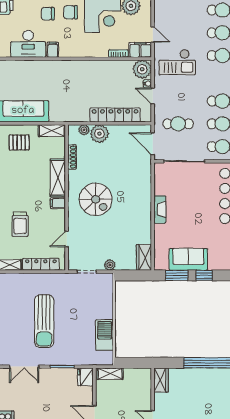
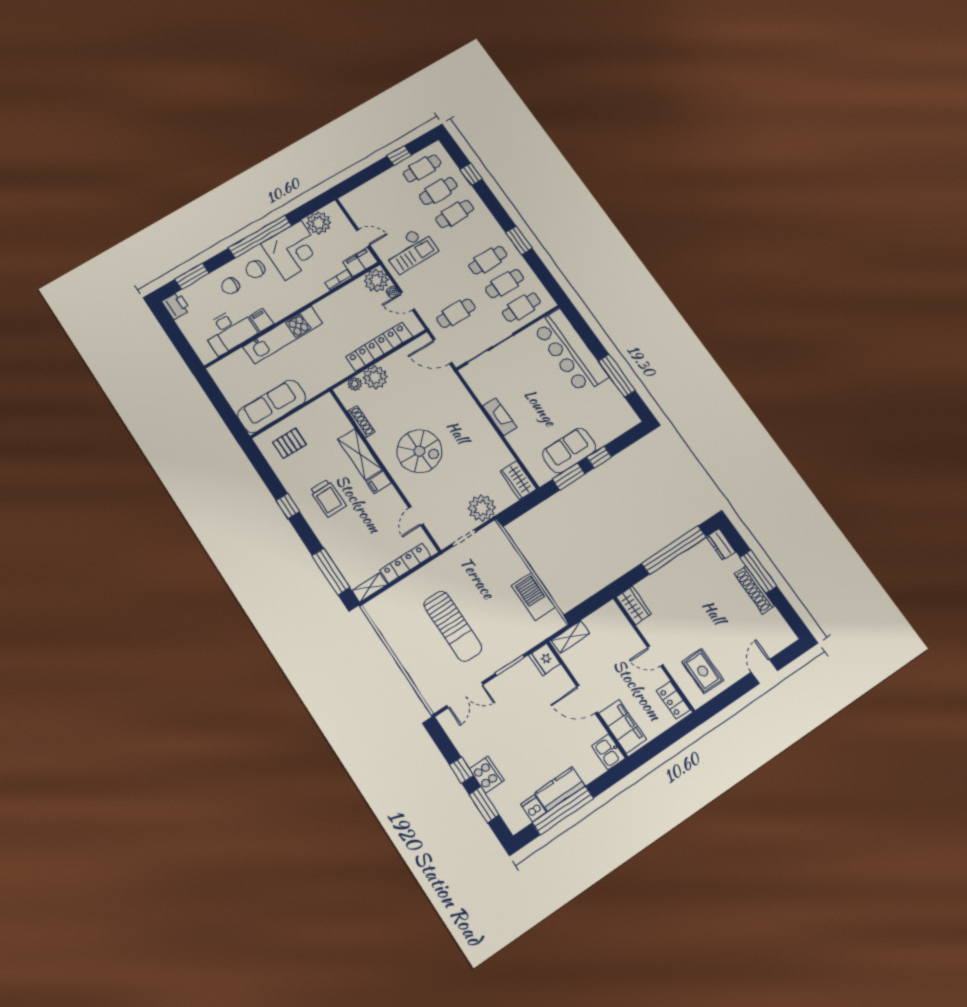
kitchen unit: (60, 68) -> (283, 335), added
shelving: (52, 131) -> (319, 407), removed
trolley: (20, 224) -> (328, 498), moved
plant: (110, 265) -> (482, 508), width x1.88, depth x1.88

